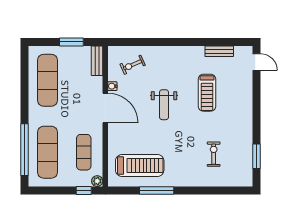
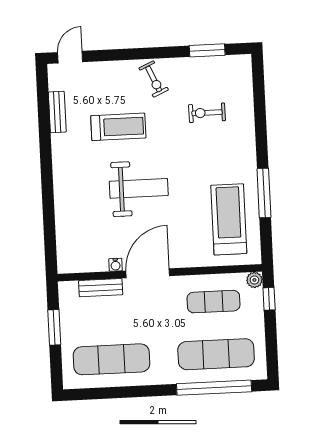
bench: (97, 61) -> (101, 288), moved
exercise bike: (133, 65) -> (154, 79), moved
weight bench: (164, 105) -> (139, 188), width x1.36, depth x1.33

